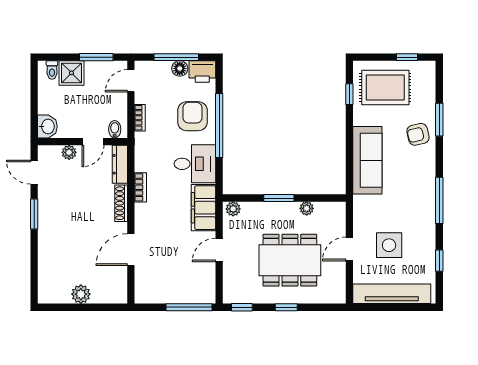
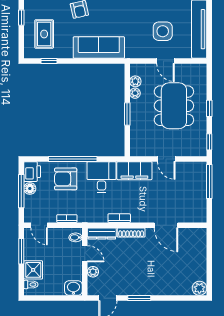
rug: (385, 87) -> (44, 34), width x0.73, depth x0.70
plant: (233, 209) -> (135, 81), moved
plant: (81, 294) -> (199, 288), moved

